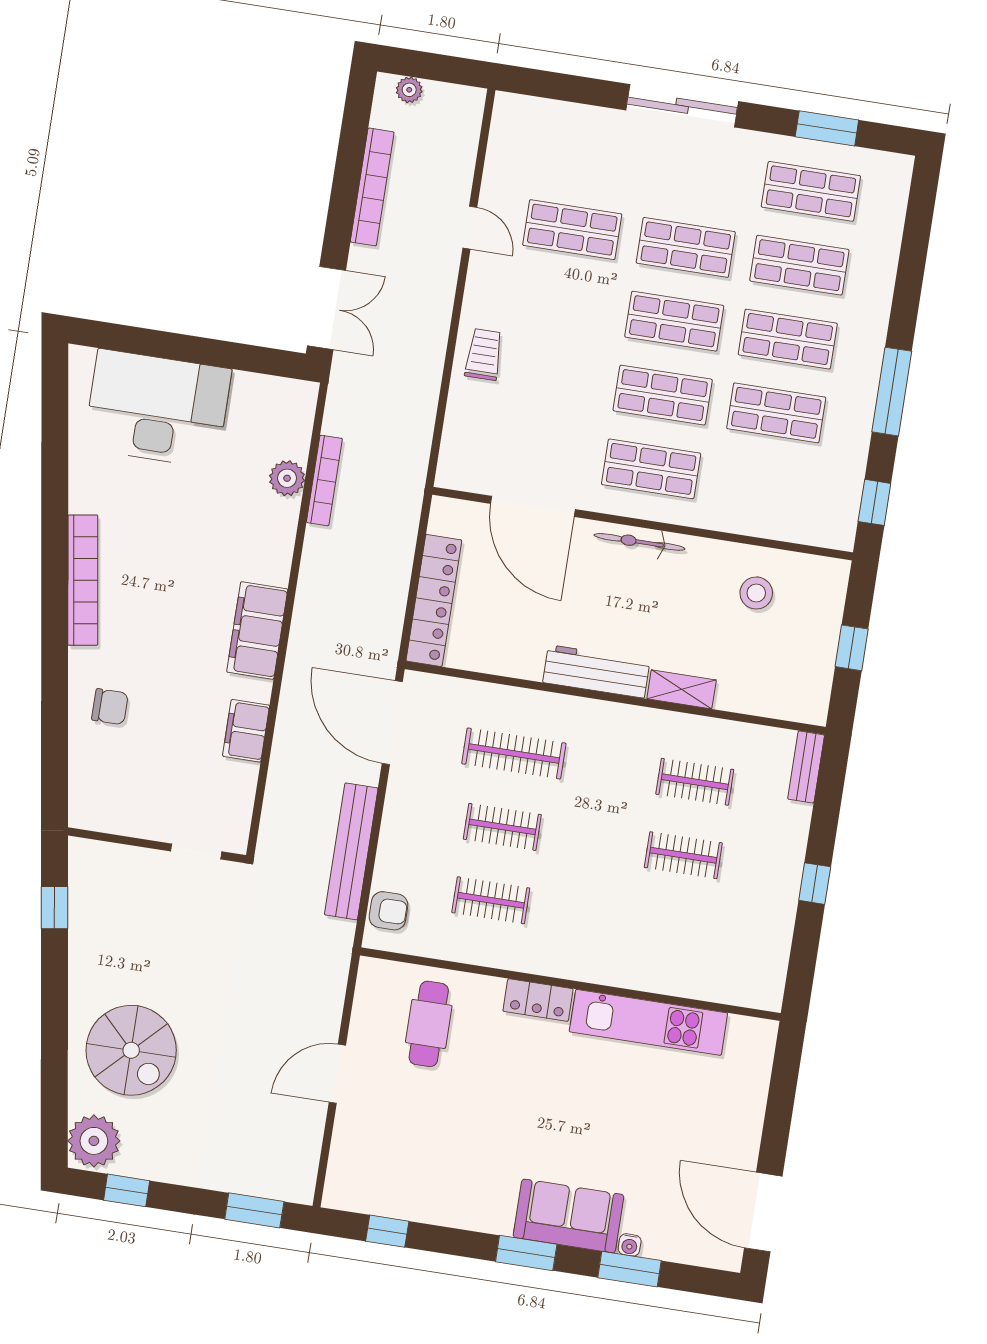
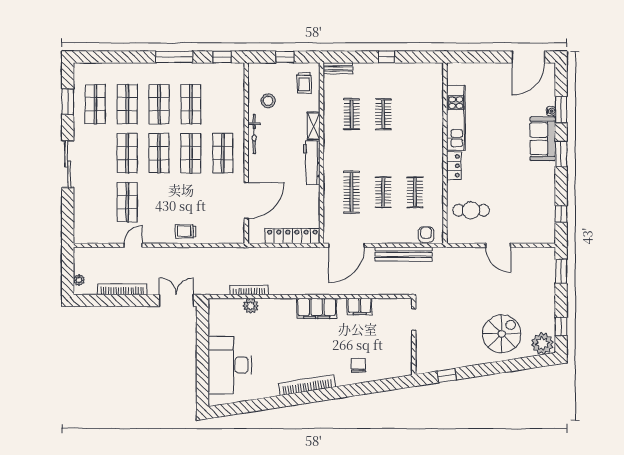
bicycle: (639, 542) -> (254, 134), moved
trolley: (785, 683) -> (304, 83), added

